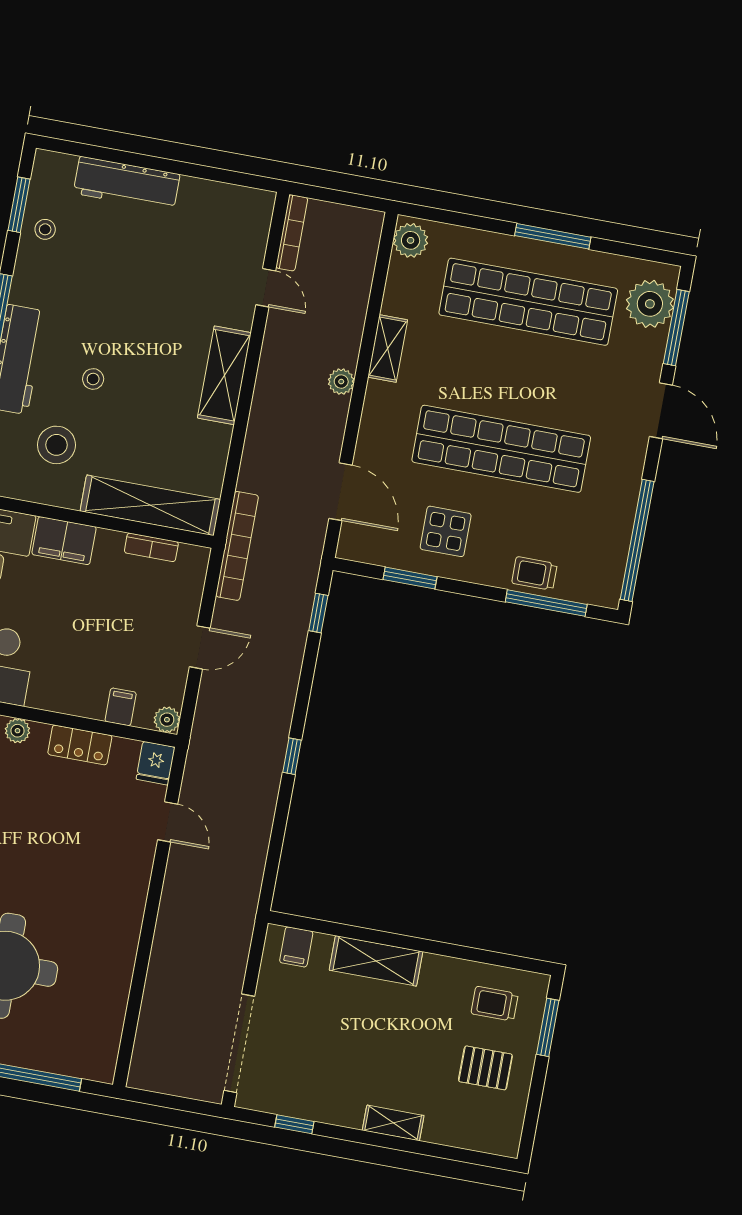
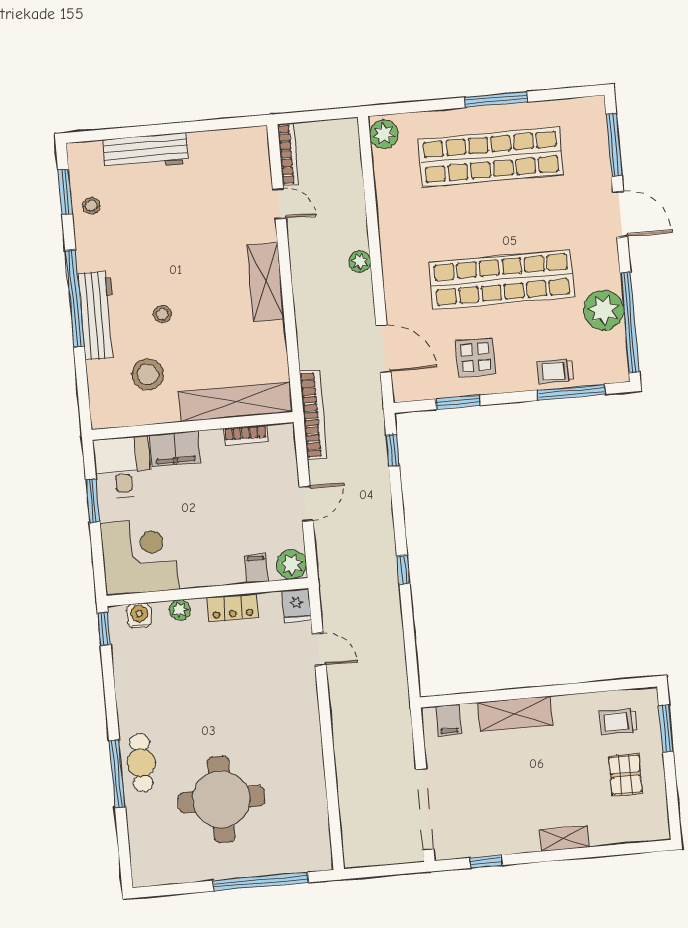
plant: (650, 304) -> (604, 310), moved
shelving: (388, 348) -> (389, 225), removed
plant: (167, 720) -> (292, 565), width x1.38, depth x1.38
pallet: (485, 1068) -> (626, 775), turned 90

